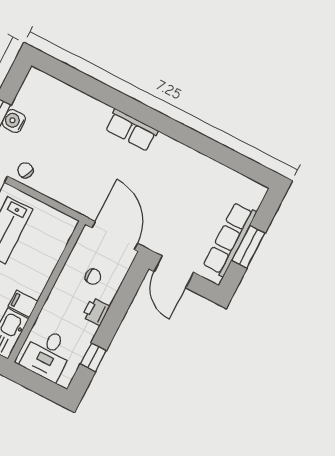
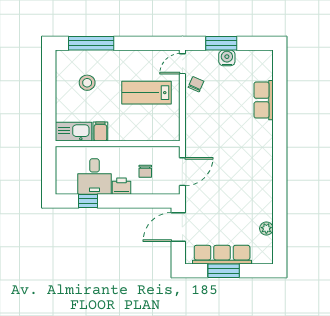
row of seats: (131, 130) -> (264, 100), moved
plant: (226, 175) -> (266, 229), added
door: (115, 236) -> (182, 172), width x0.73
desk: (47, 354) -> (94, 177), moved, turned -90

